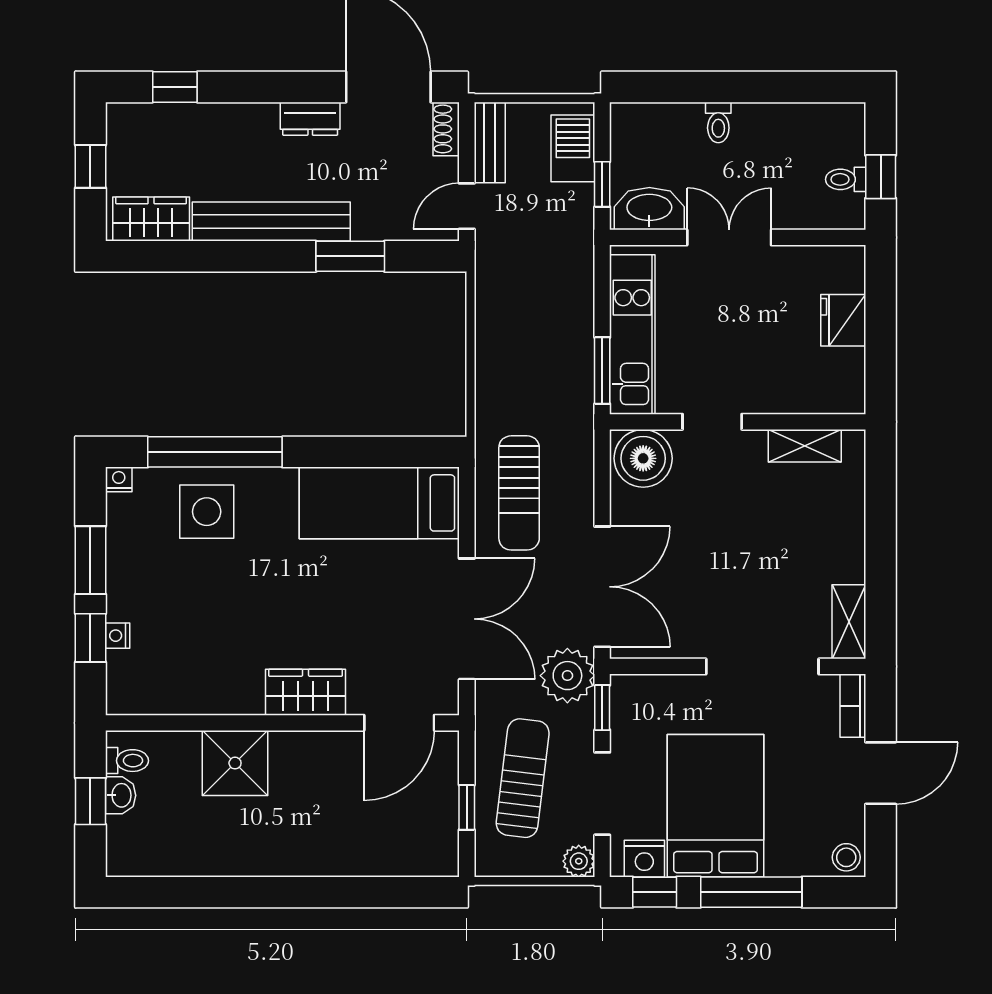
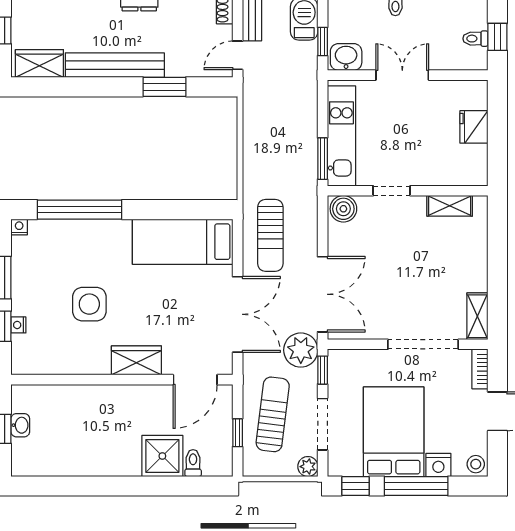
washbasin: (649, 209) -> (346, 57), width x0.72
boiler: (643, 458) -> (343, 209), width x0.73, depth x0.73
side table: (207, 512) -> (89, 304), moved
toilet: (127, 761) -> (193, 463), moved, turned -90
shower: (235, 763) -> (162, 456), moved
nightstand: (644, 859) -> (438, 465), moved

